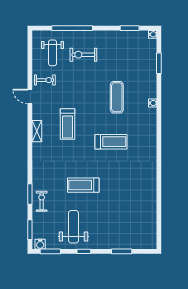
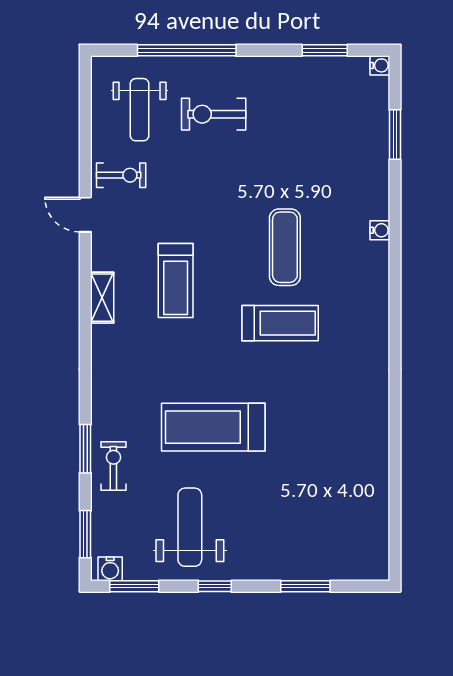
exercise mat: (117, 97) -> (285, 247), moved
treadmill: (83, 185) -> (213, 427), width x1.37, depth x1.38

